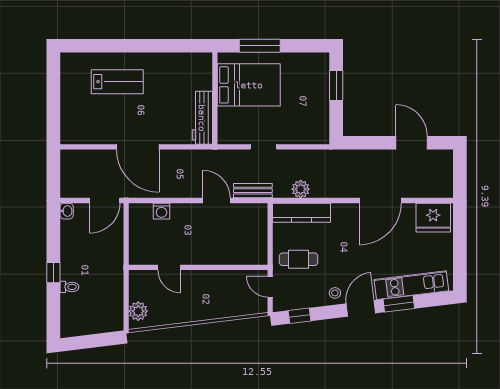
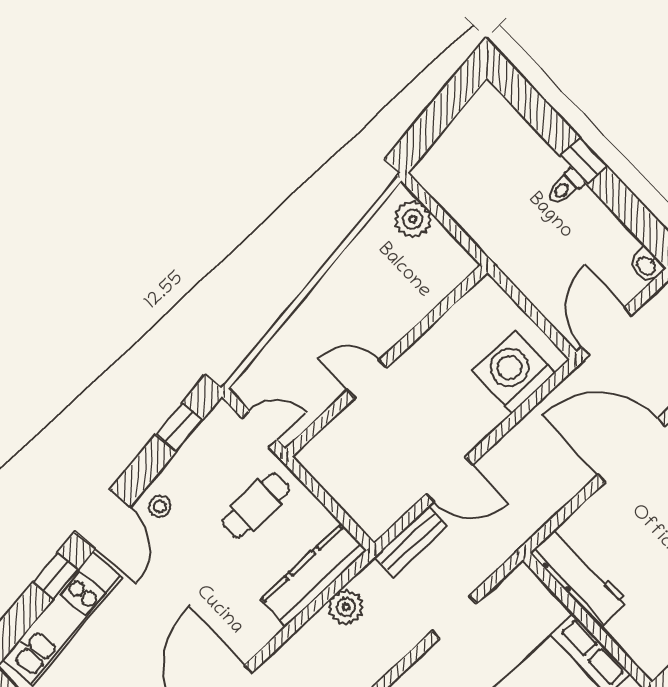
washing machine: (161, 211) -> (513, 372), width x1.89, depth x1.89
door: (169, 267) -> (367, 379), moved
toilet: (69, 287) -> (565, 187), moved
window: (399, 304) -> (55, 576), width x0.67

